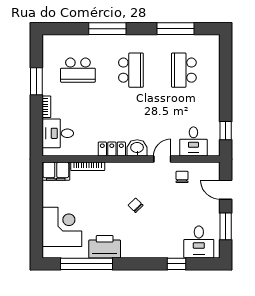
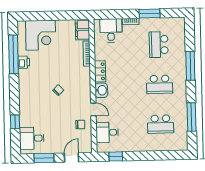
school desk: (184, 70) -> (160, 124), turned 180
printer: (105, 247) -> (24, 62), width x0.53, depth x0.68

